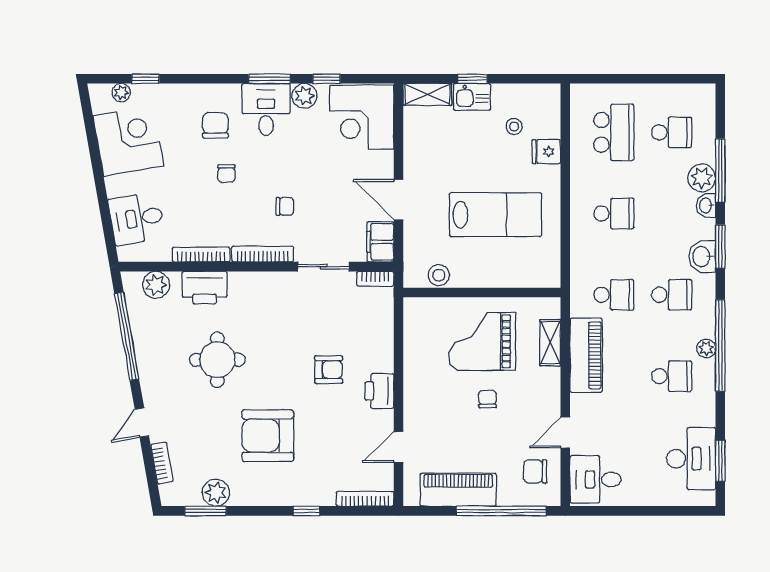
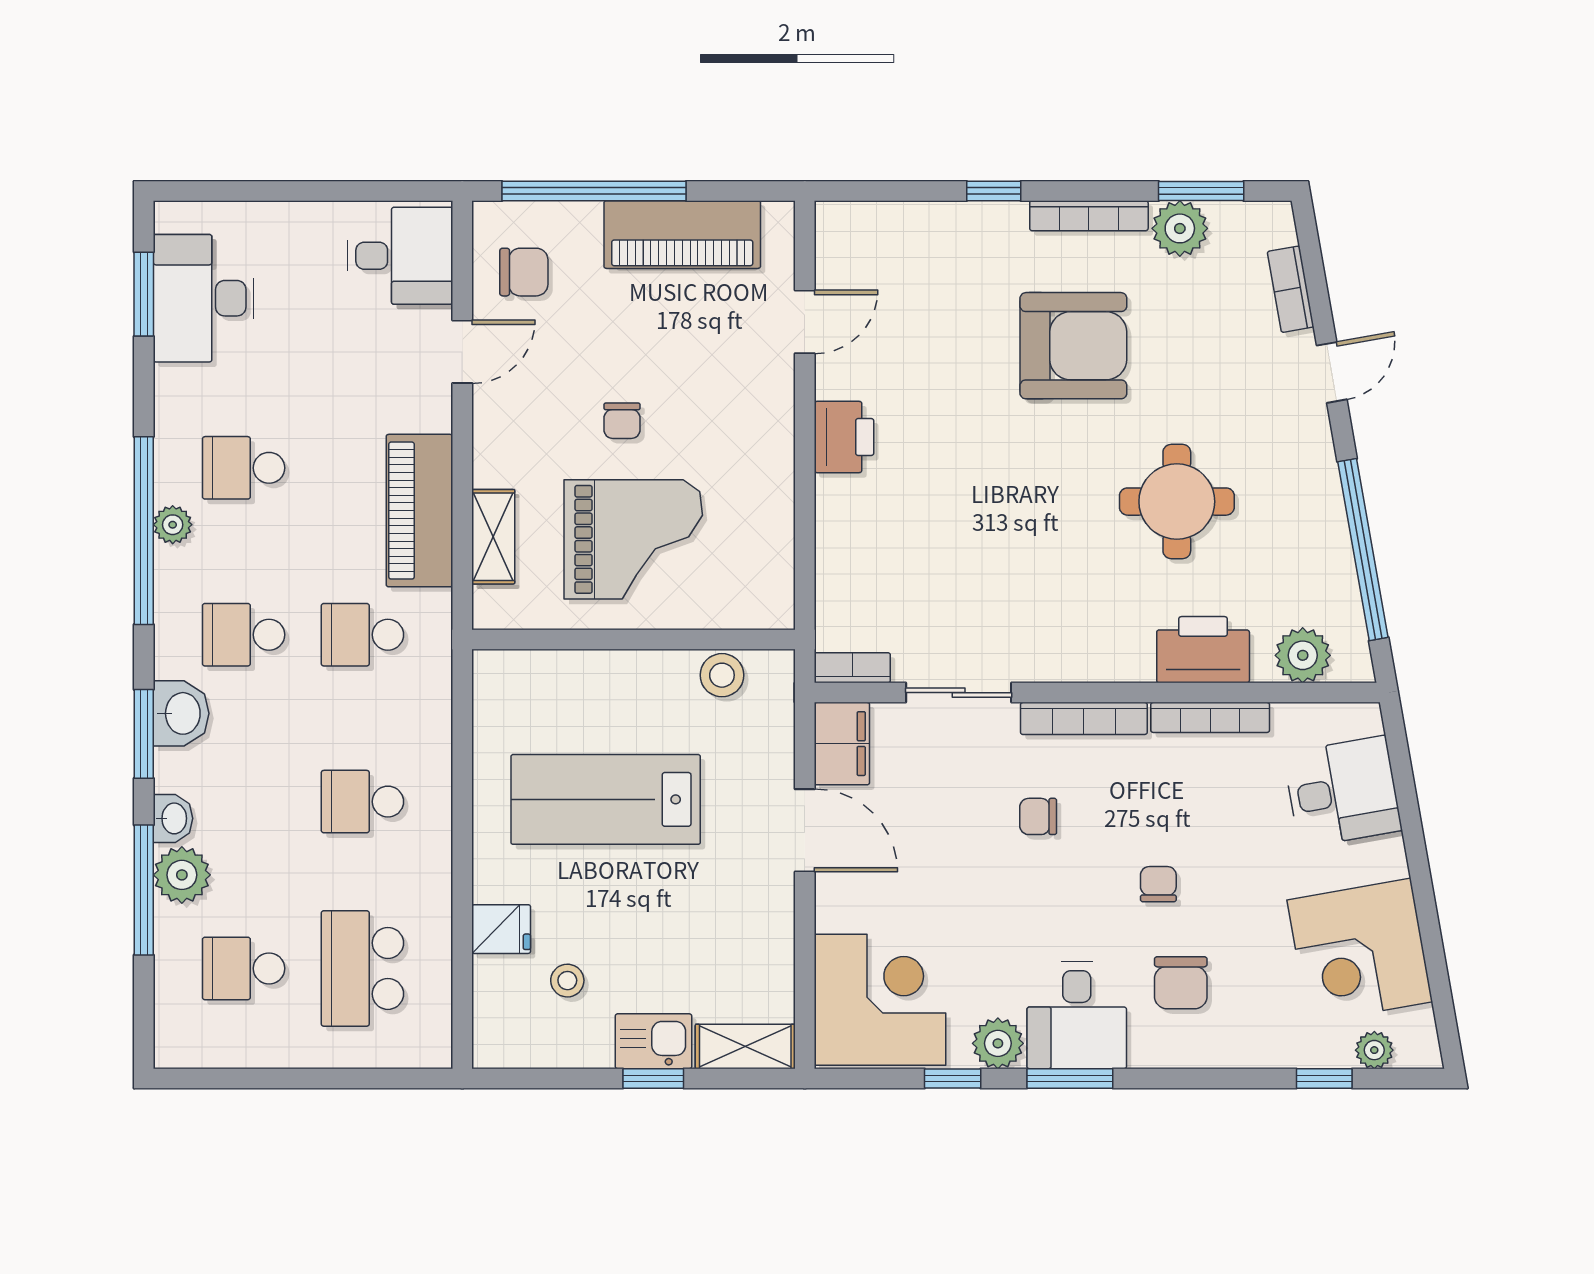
armchair: (329, 370) -> (948, 481), removed
bookcase: (365, 499) -> (1089, 216), moved

